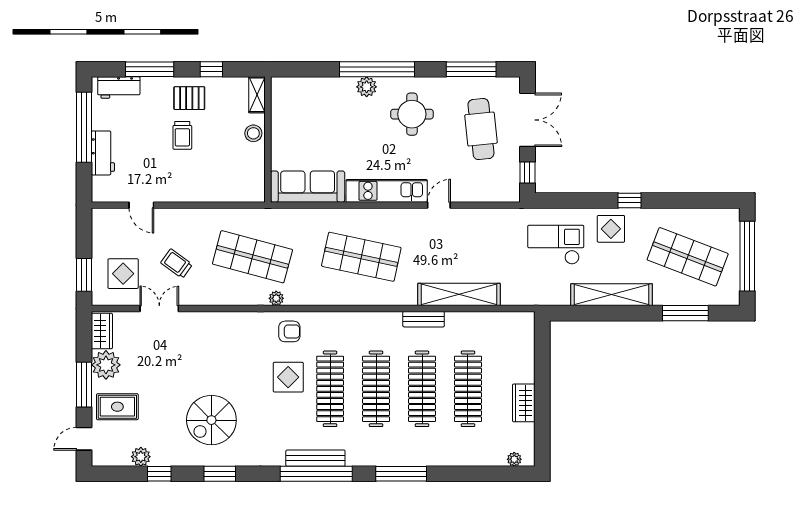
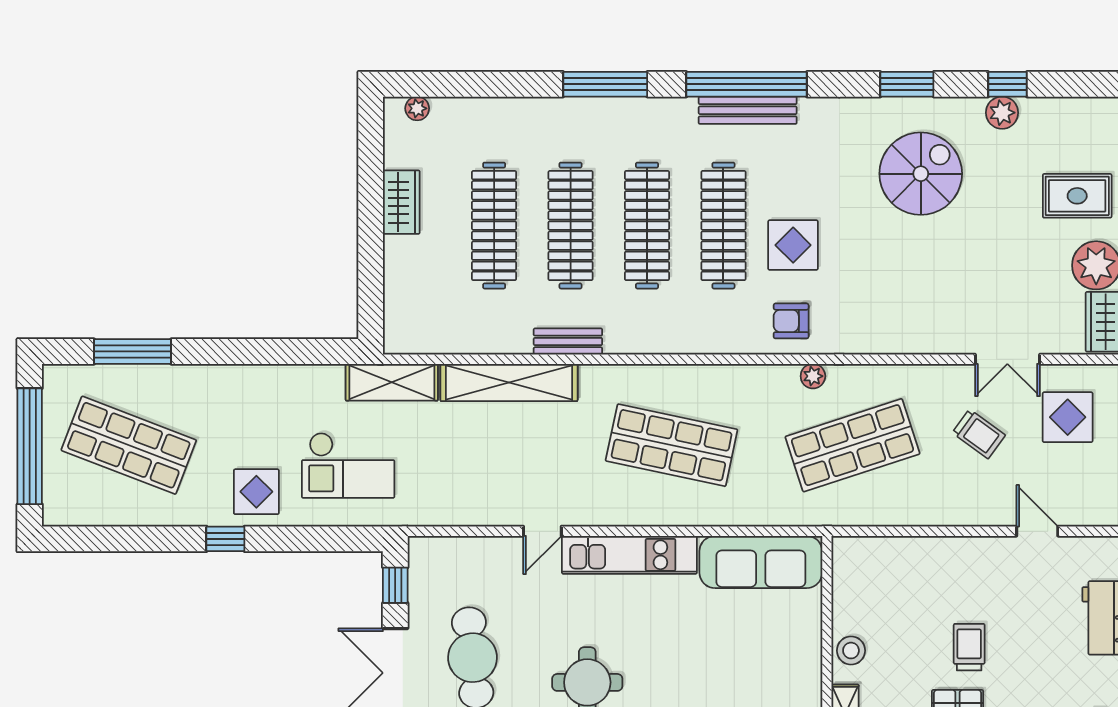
shop shelf: (252, 257) -> (853, 445), turned -33
shelving: (612, 295) -> (392, 382), moved, width x0.68
plant: (141, 457) -> (1002, 113), moved

